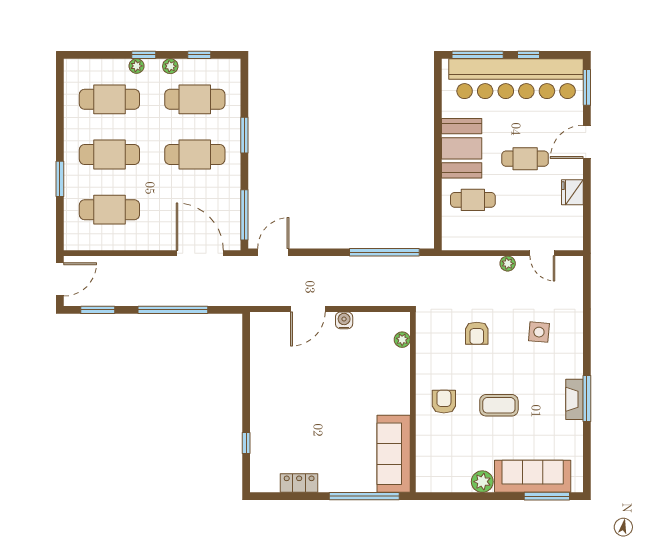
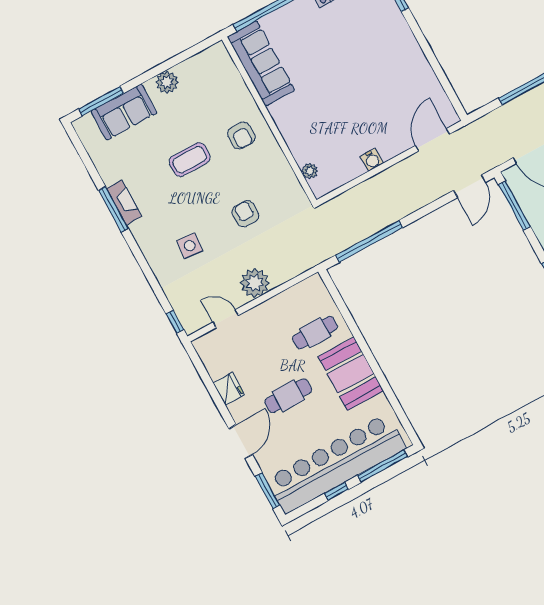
plant: (508, 264) -> (255, 283), width x1.87, depth x1.87
window: (587, 274) -> (175, 322), added
door: (308, 309) -> (432, 140), moved
sofa: (533, 476) -> (124, 112), width x0.73

